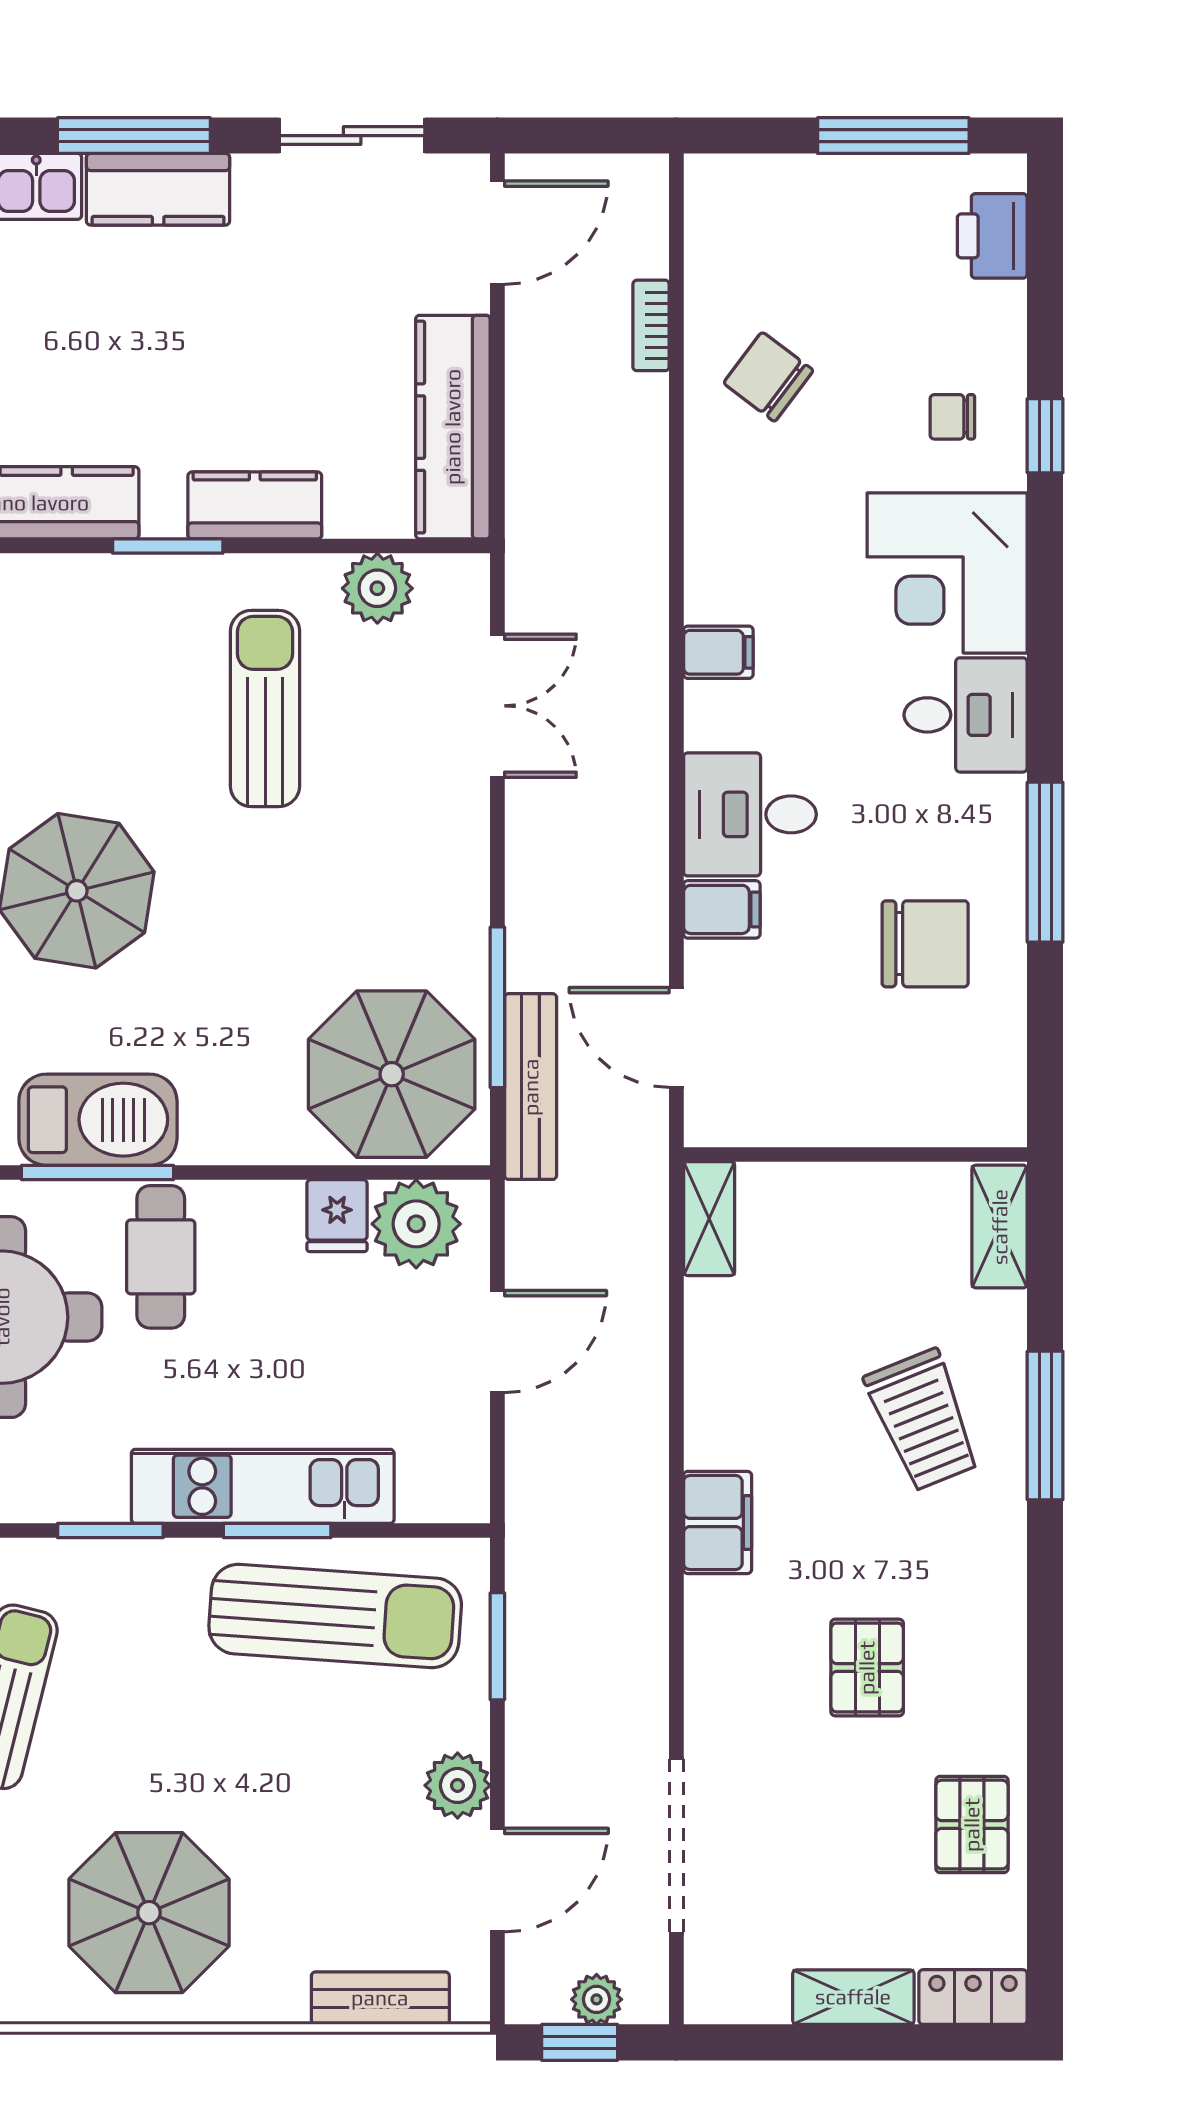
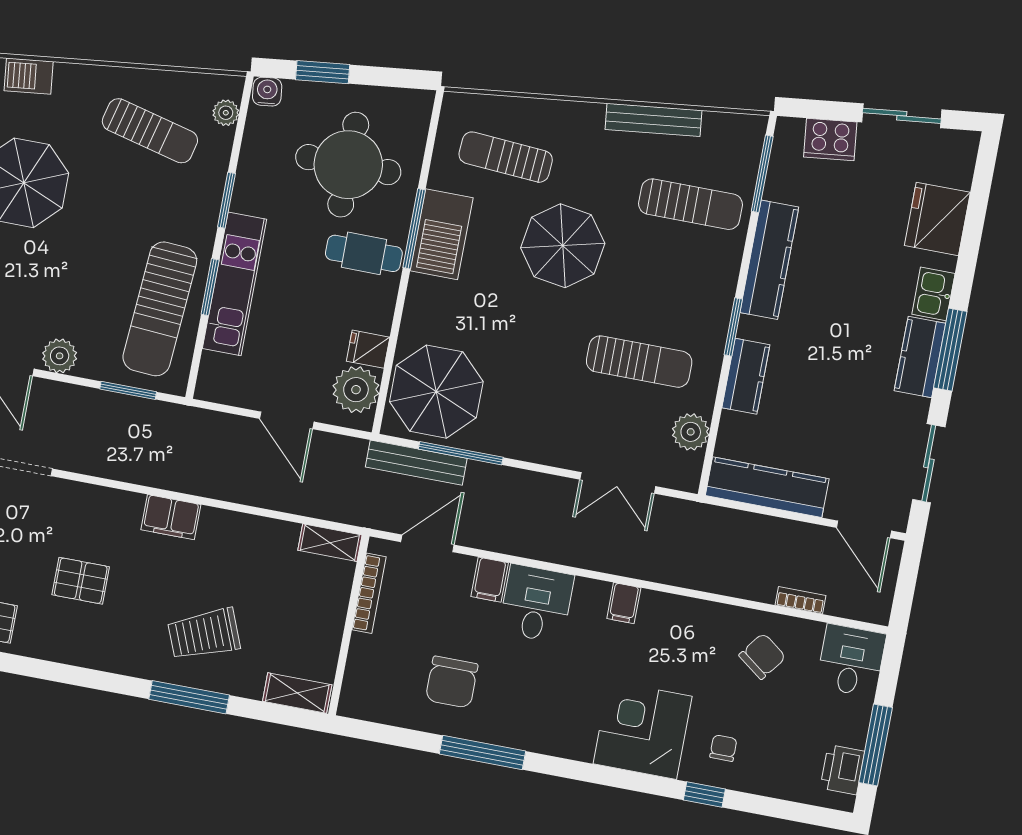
printer: (992, 236) -> (842, 770), moved, turned -90
desk: (966, 715) -> (851, 660), moved, turned 180
bookcase: (789, 1128) -> (369, 593), added

